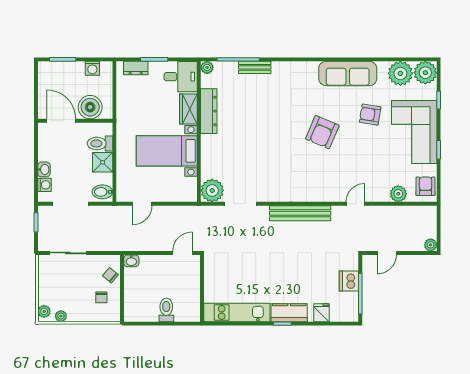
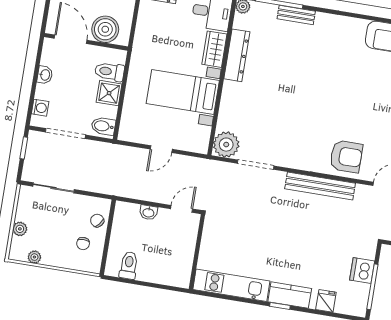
armchair: (322, 132) -> (346, 156), moved, turned -113
washbasin: (44, 169) -> (45, 75), moved
door: (142, 204) -> (161, 149), moved
washbasin: (131, 261) -> (148, 212), moved
toilet: (166, 310) -> (129, 265), moved
plant: (44, 311) -> (20, 229), moved

